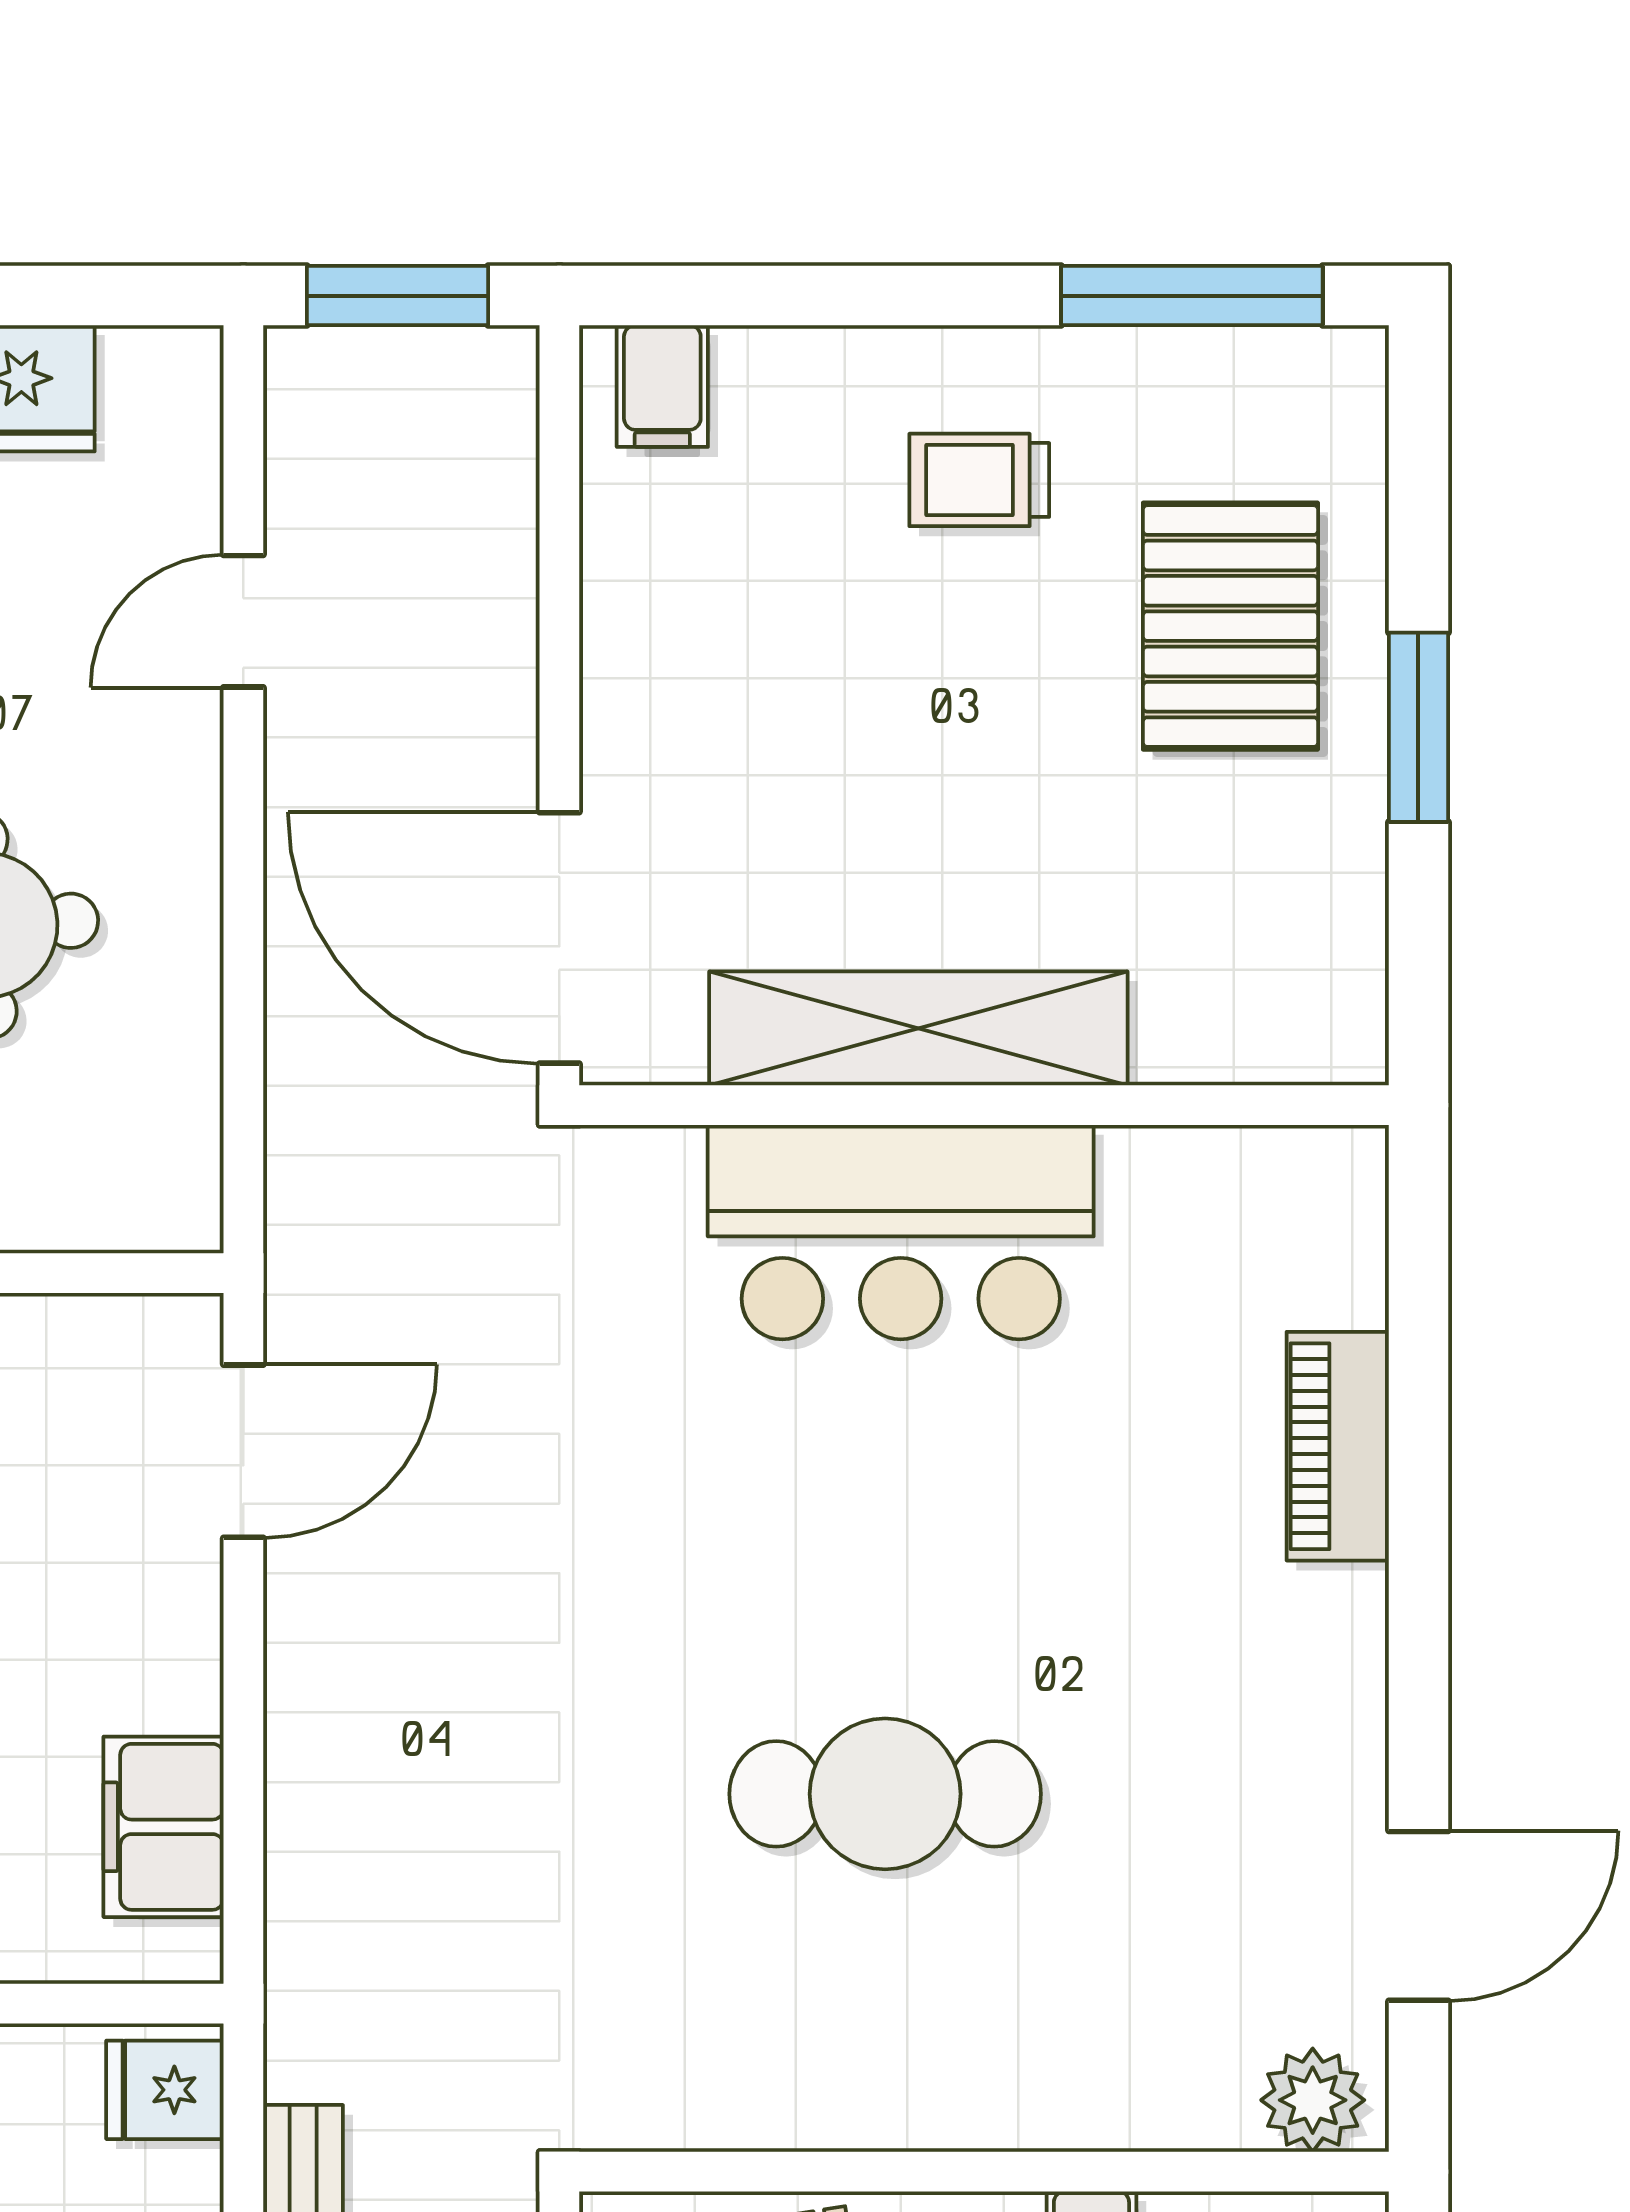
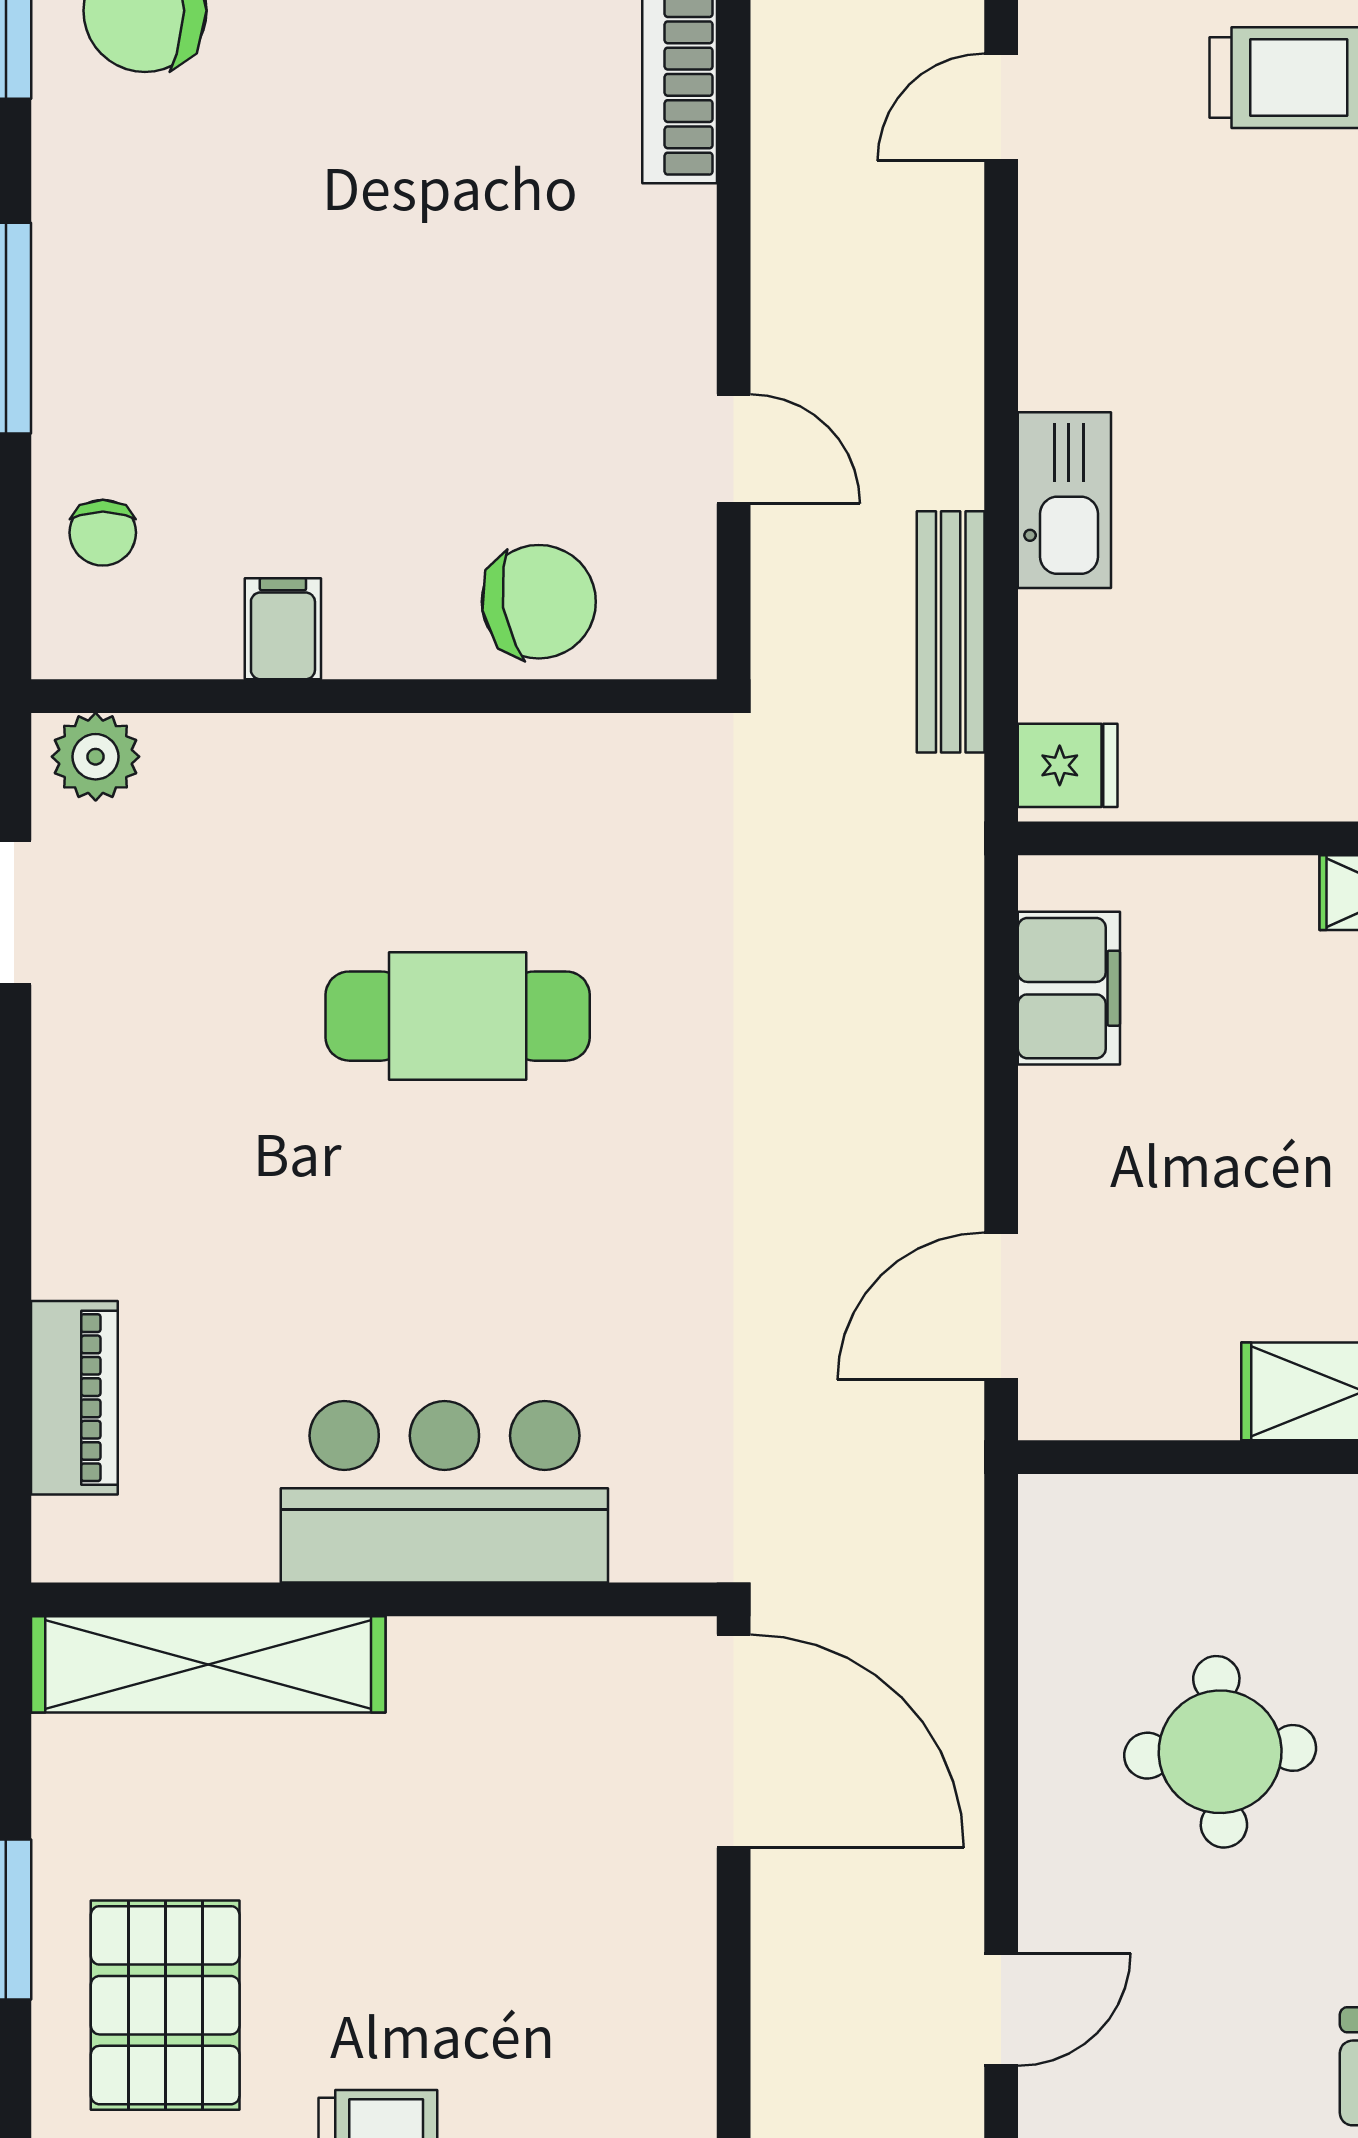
shelving: (918, 1028) -> (208, 1664), moved
piano: (1338, 1446) -> (74, 1398), moved

